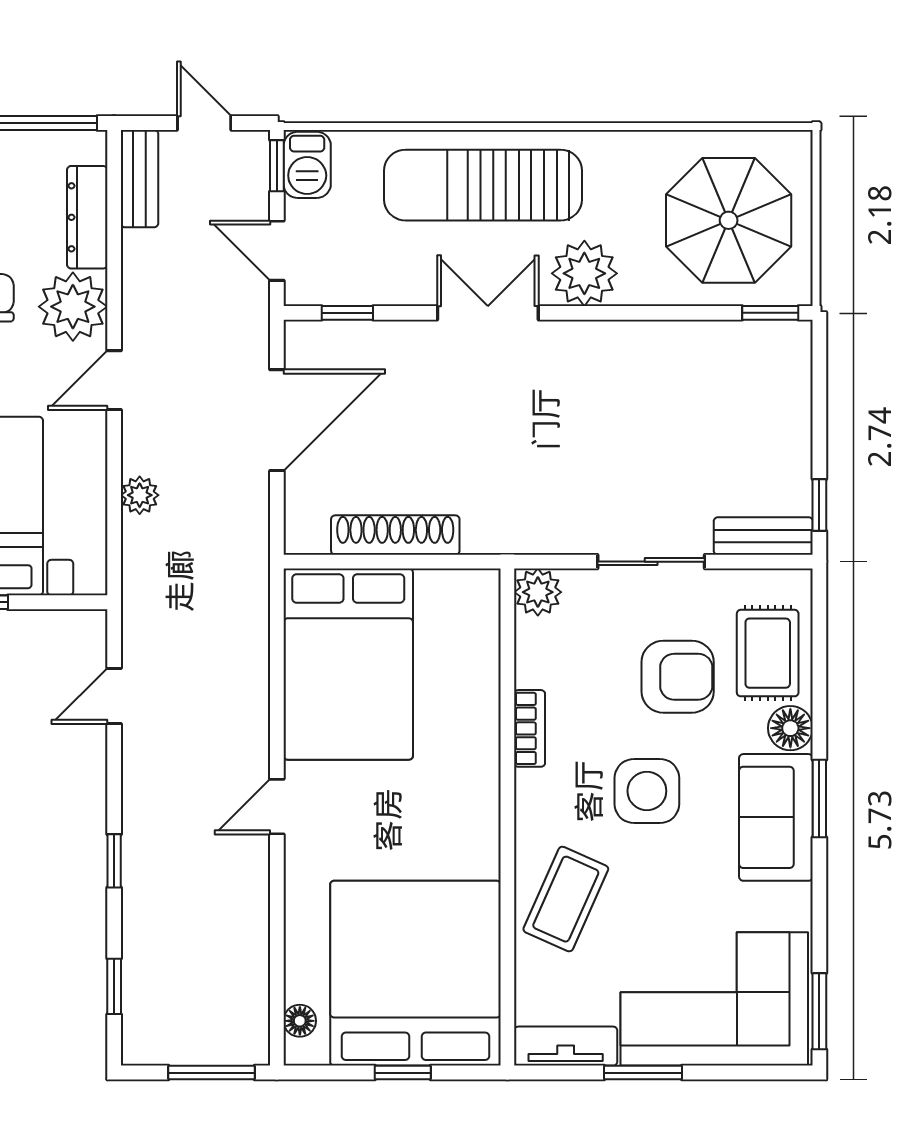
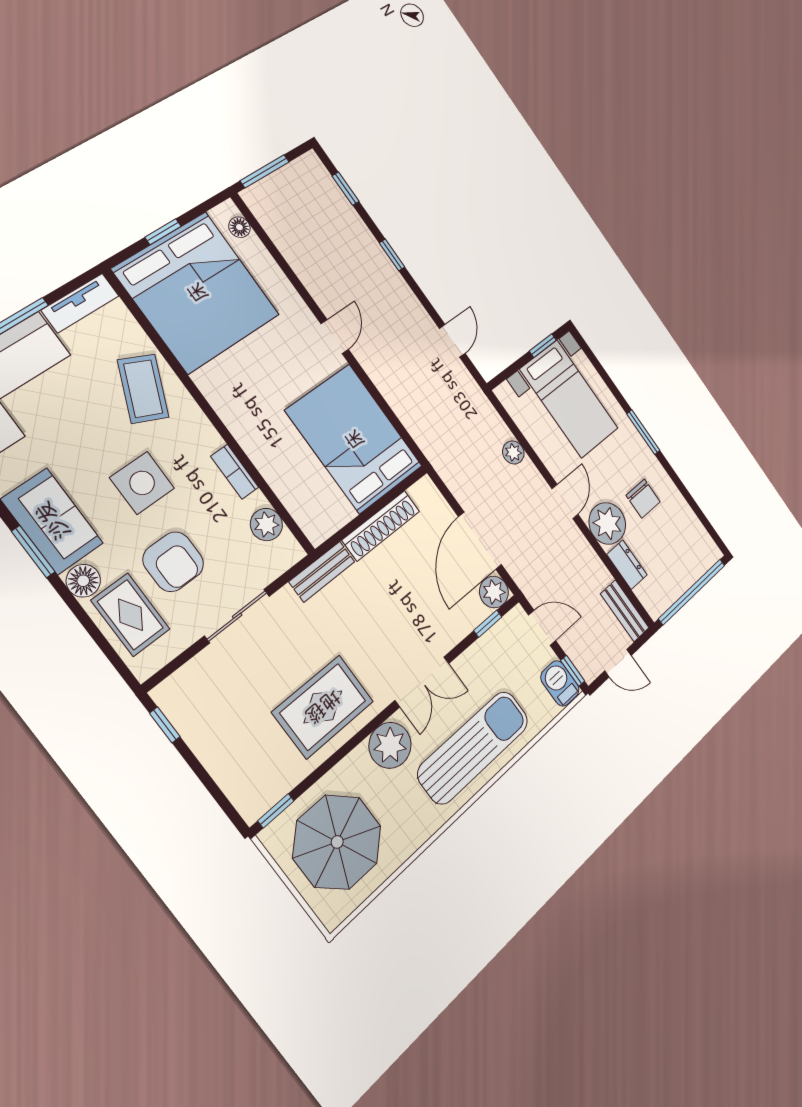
dresser: (87, 217) -> (627, 565), width x0.70
plant: (308, 344) -> (494, 592), added
rug: (630, 382) -> (323, 707), added
bench: (763, 536) -> (322, 572), moved
plant: (538, 592) -> (266, 524), moved
armchair: (678, 677) -> (173, 562), turned -90

